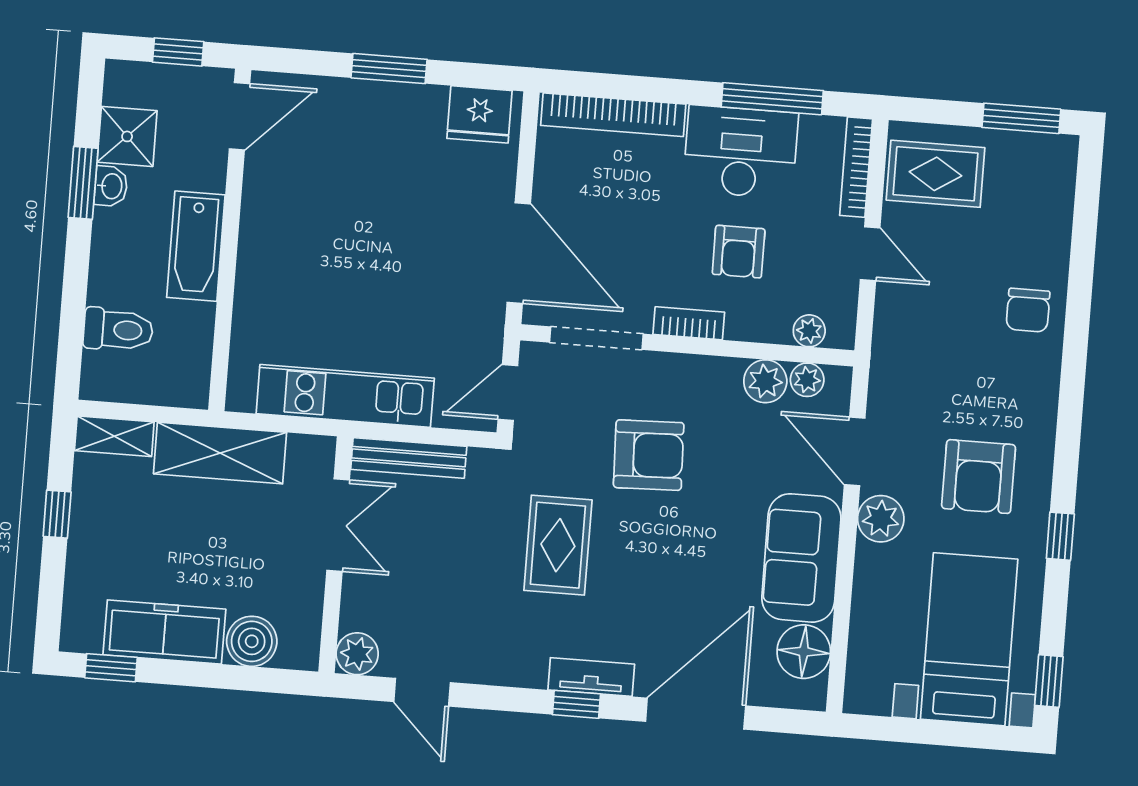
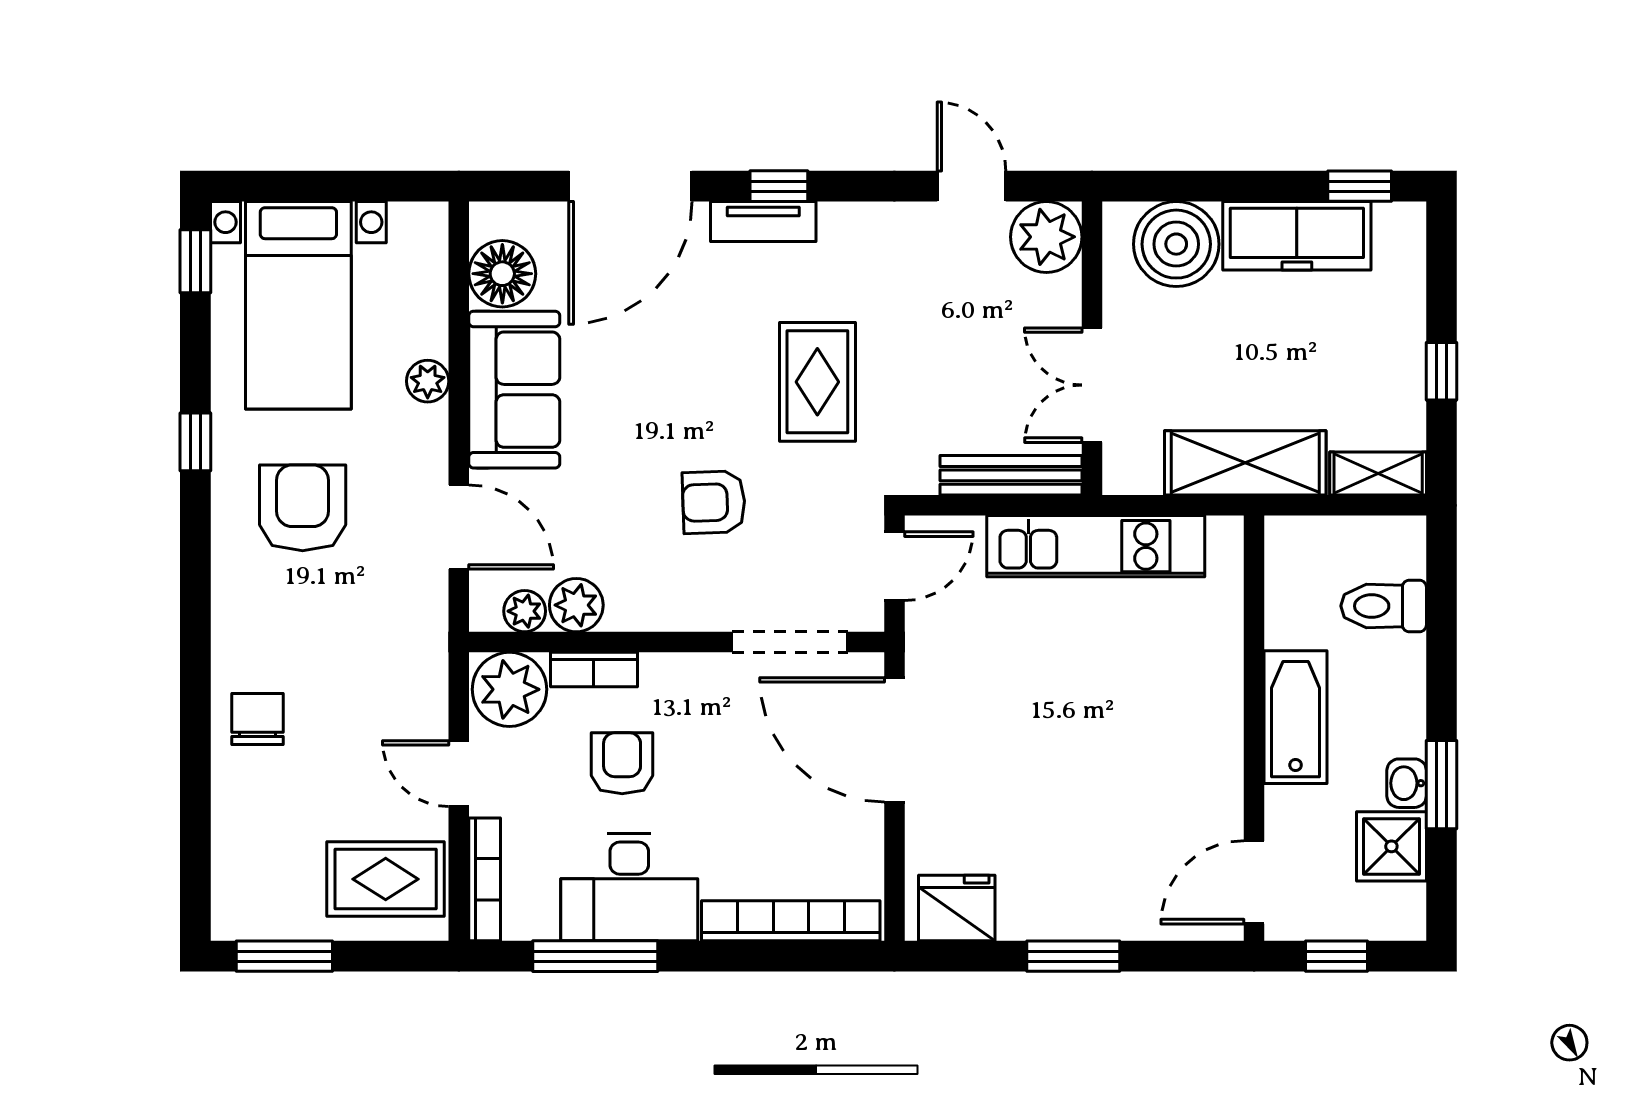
bookcase: (689, 323) -> (594, 670), moved
plant: (809, 331) -> (509, 689), width x1.88, depth x1.88
armchair: (649, 455) -> (714, 502), width x0.72, depth x0.72
plant: (881, 519) -> (428, 381), moved, width x0.73, depth x0.73
boiler: (252, 641) -> (1176, 244), width x1.37, depth x1.37
plant: (357, 654) -> (1046, 237), width x1.36, depth x1.36

